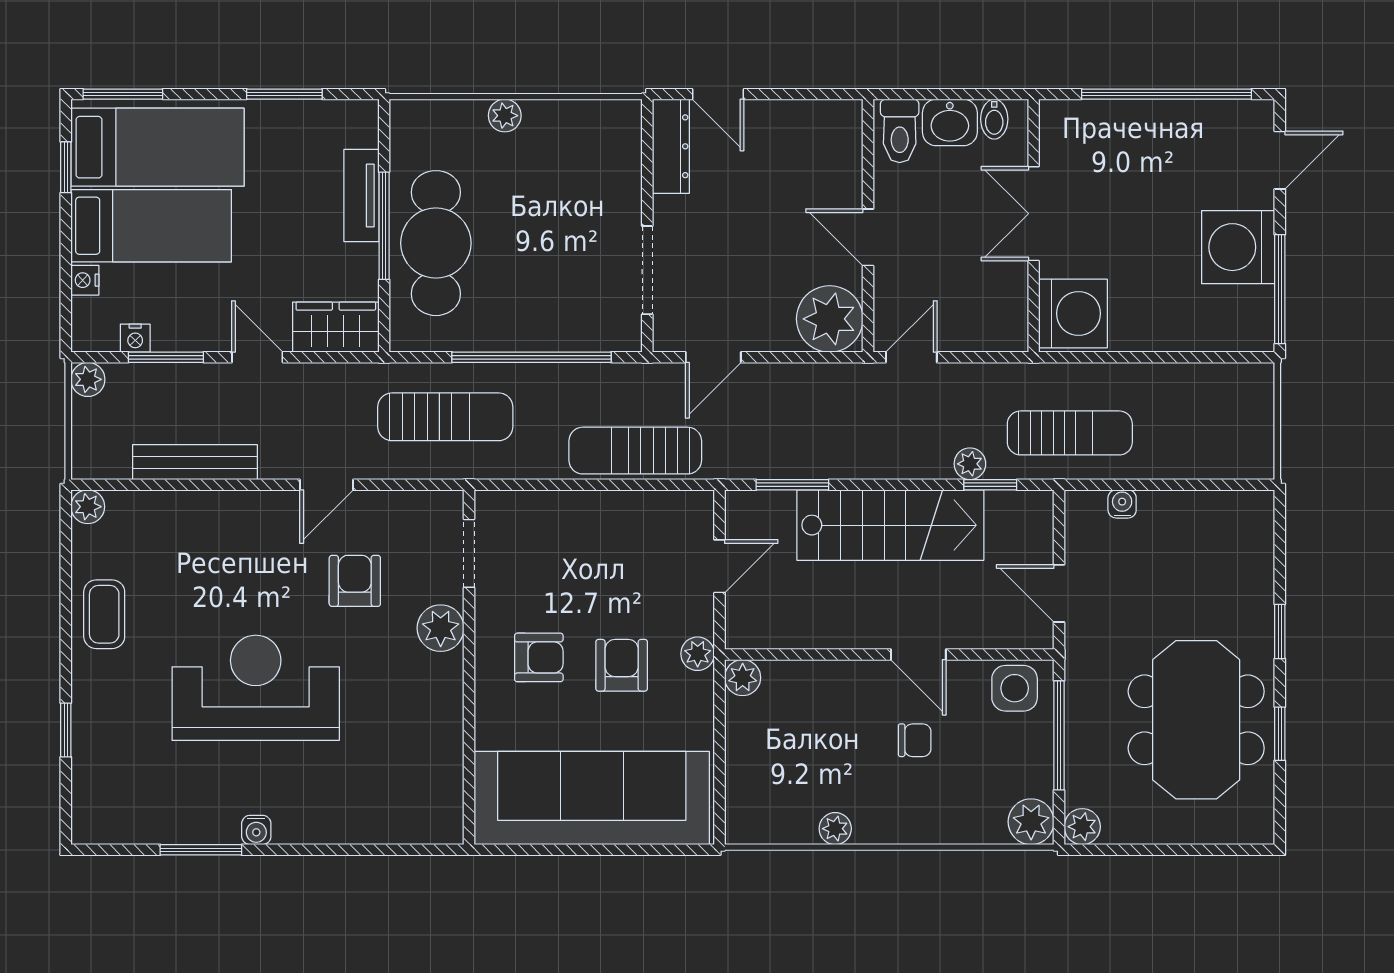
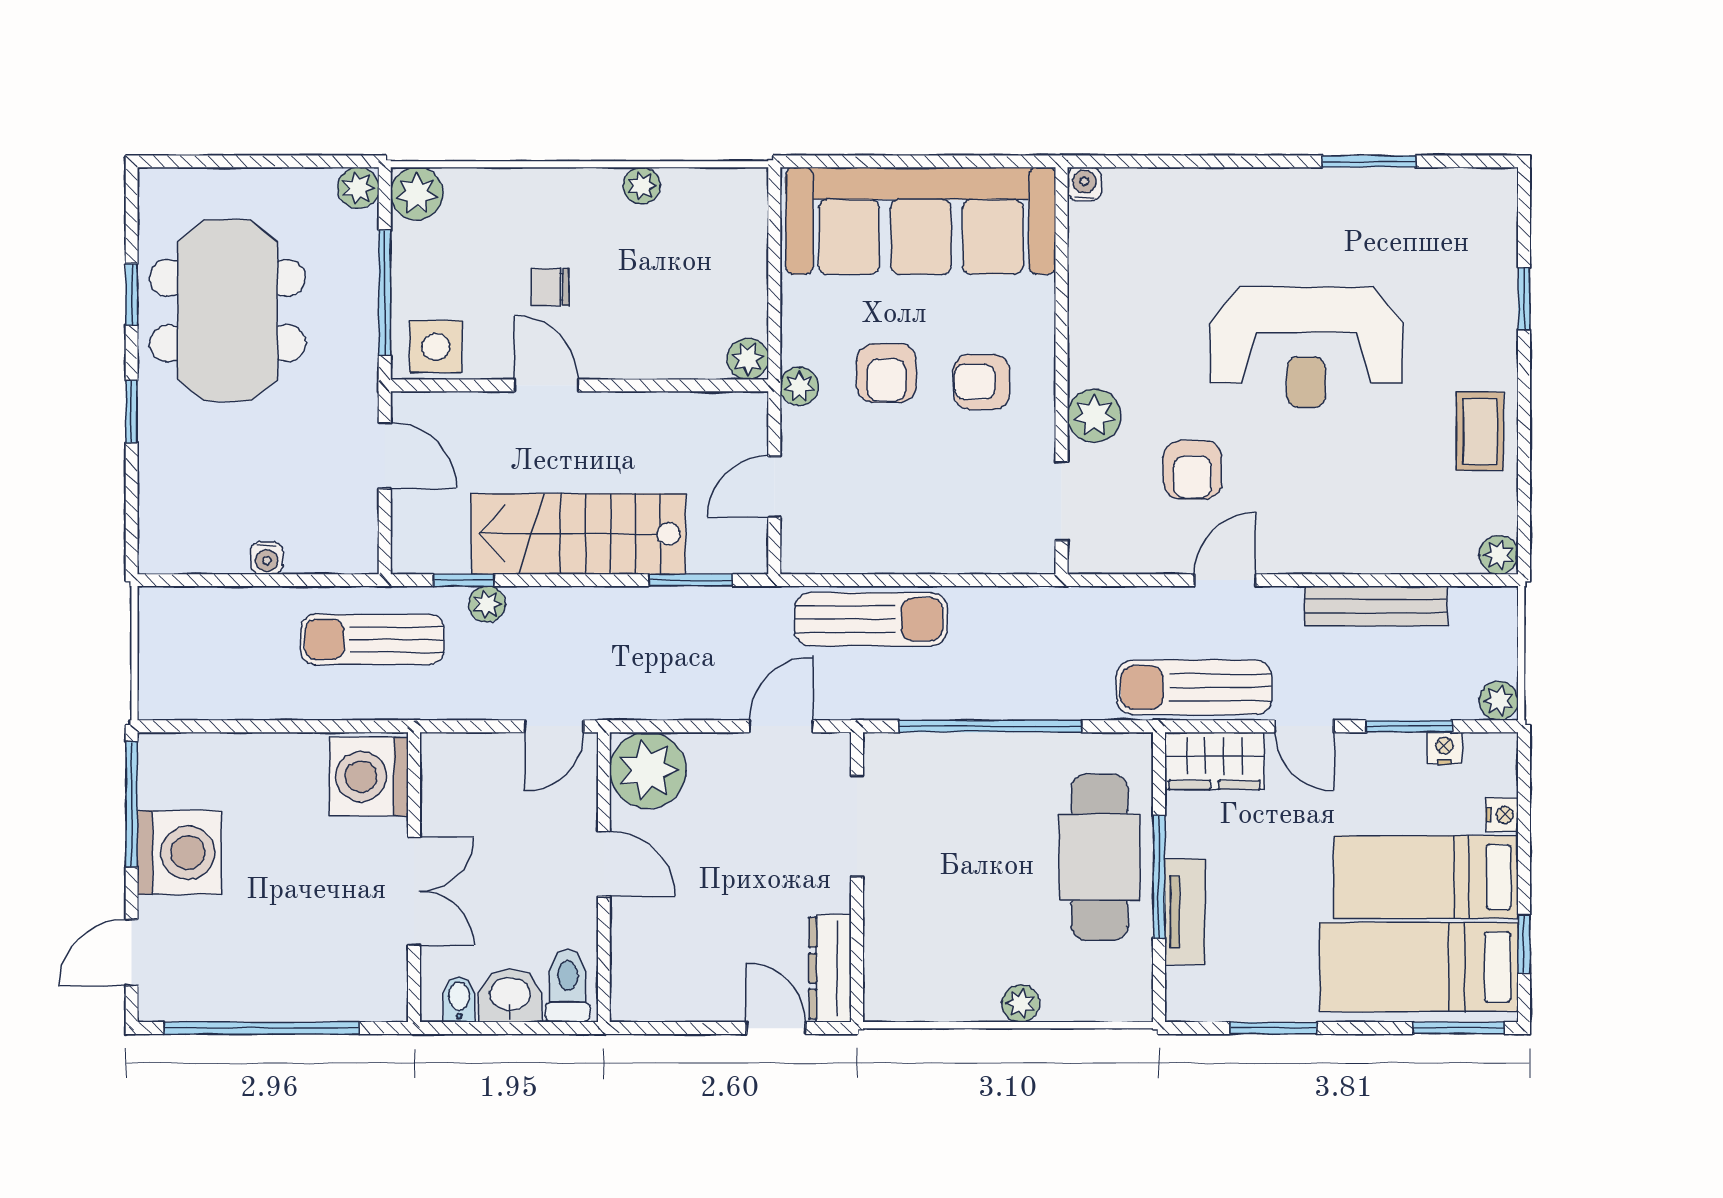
sun lounger: (445, 417) -> (1194, 687), moved
water cooler: (1122, 504) -> (267, 558), moved
water cooler: (256, 830) -> (1084, 184), moved

